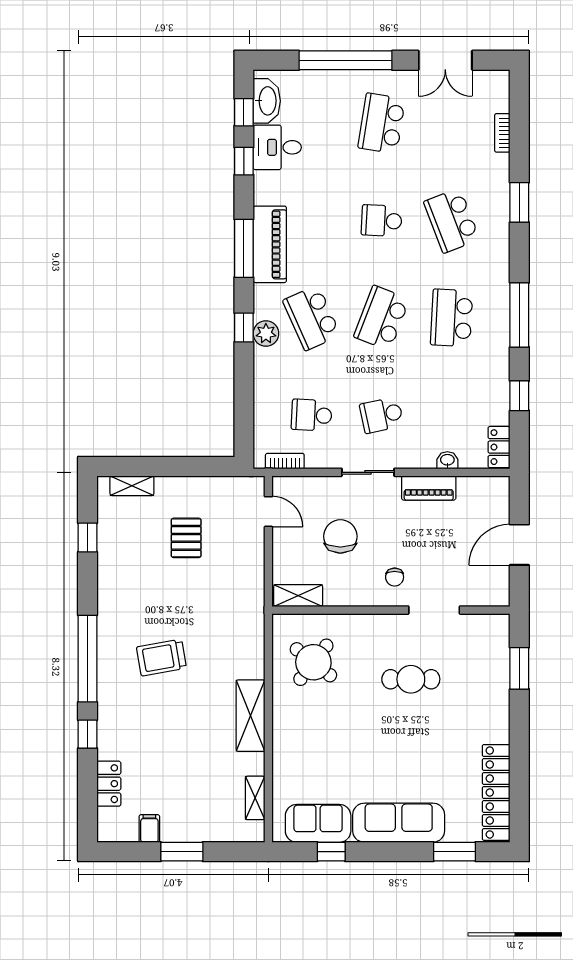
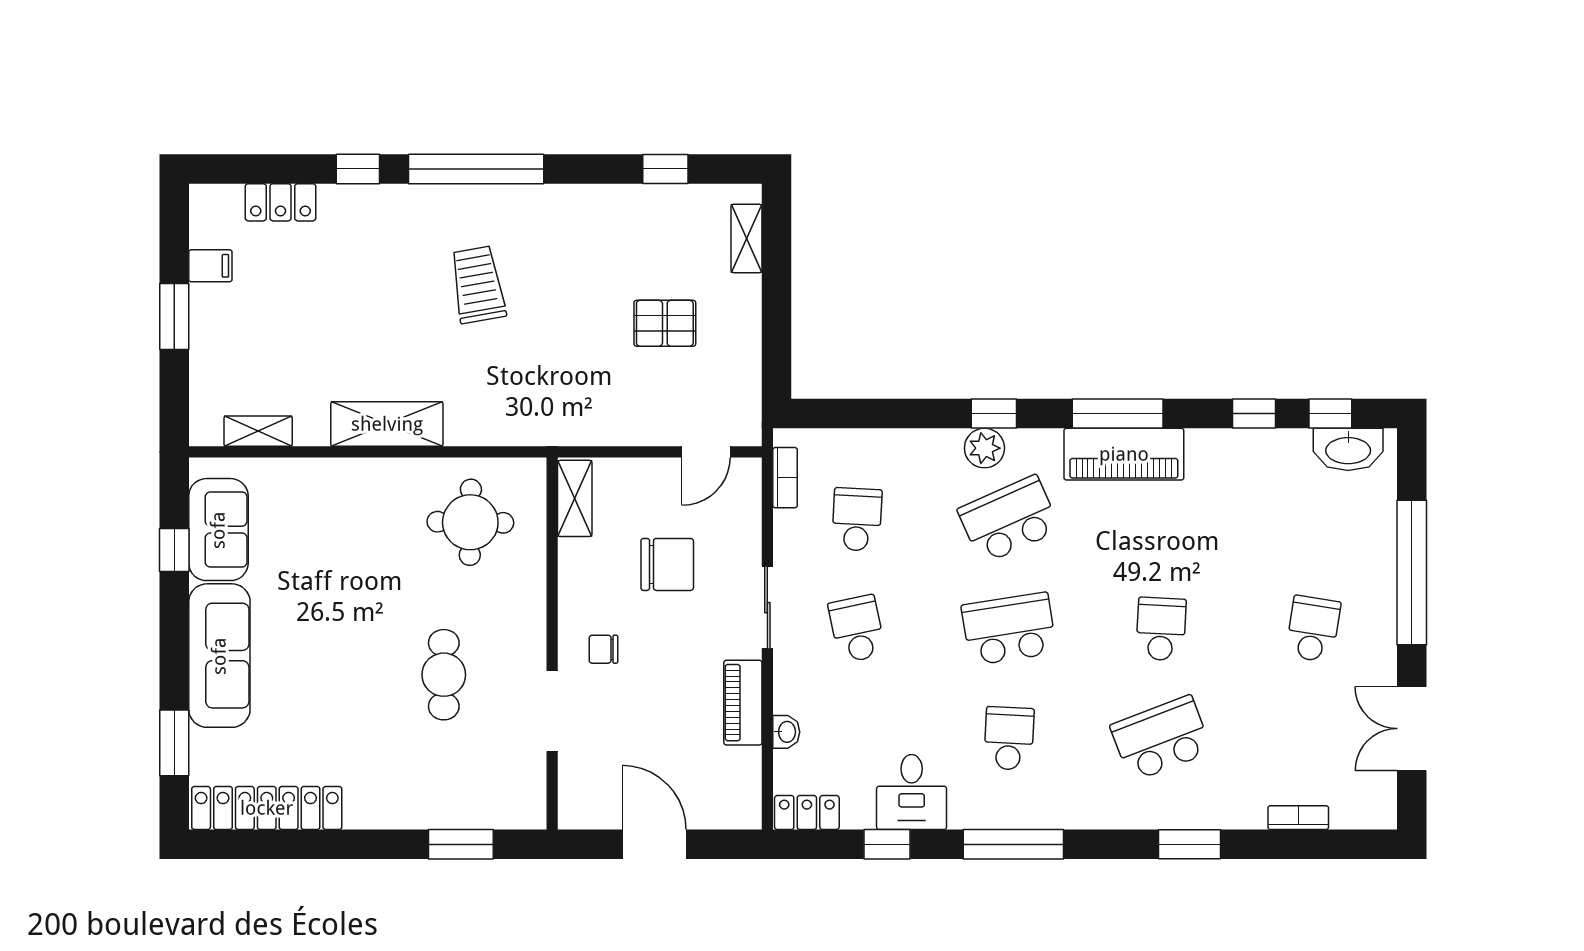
school desk: (382, 123) -> (1313, 629), width x0.54
desk: (277, 147) -> (912, 792), moved, turned 180
school desk: (382, 318) -> (1009, 629), turned -30
school desk: (452, 318) -> (1009, 738), width x0.54
round table: (313, 662) -> (470, 522), turned -37

